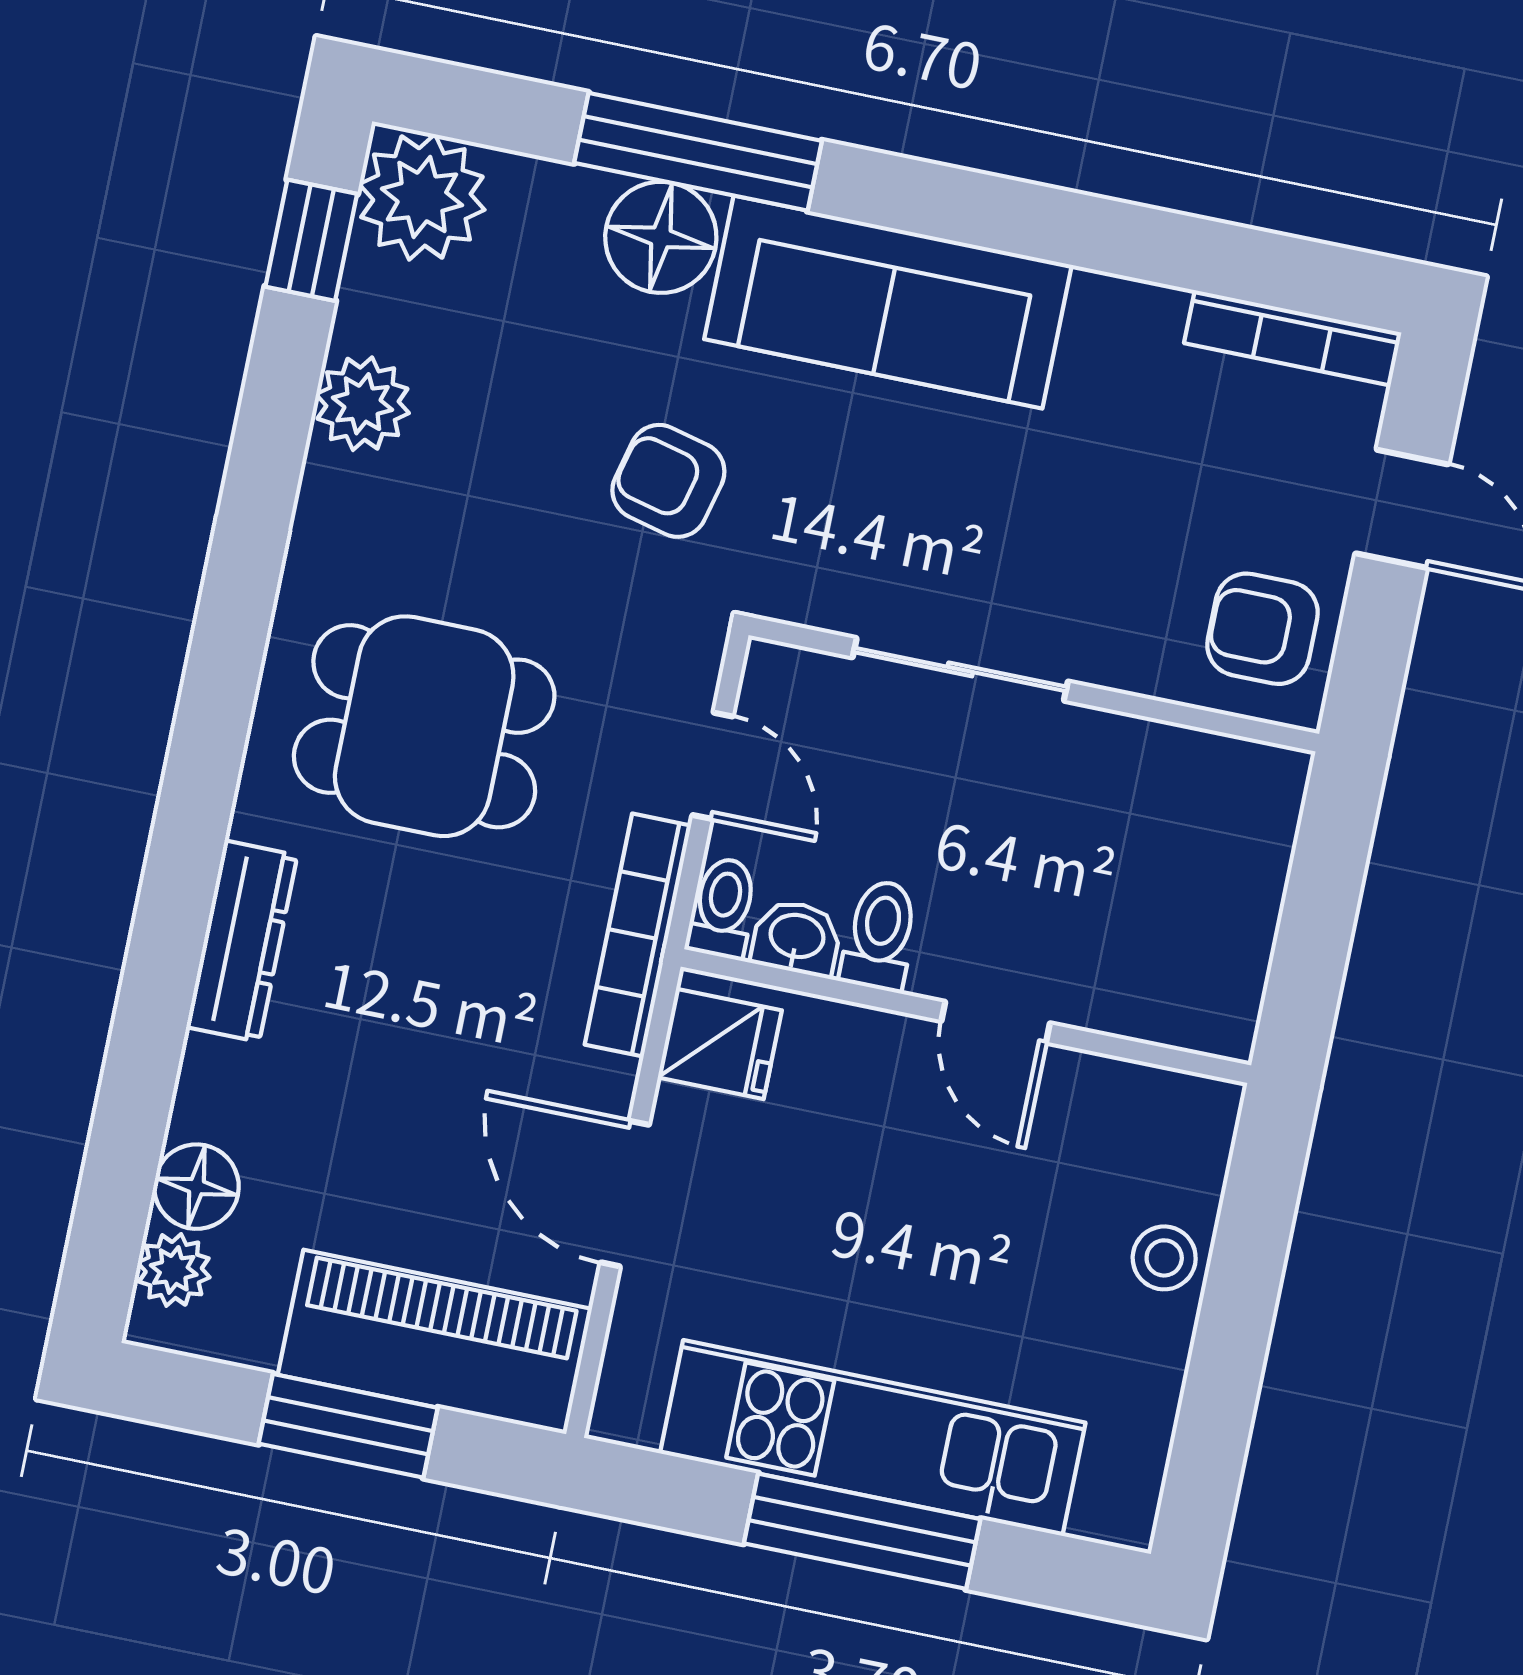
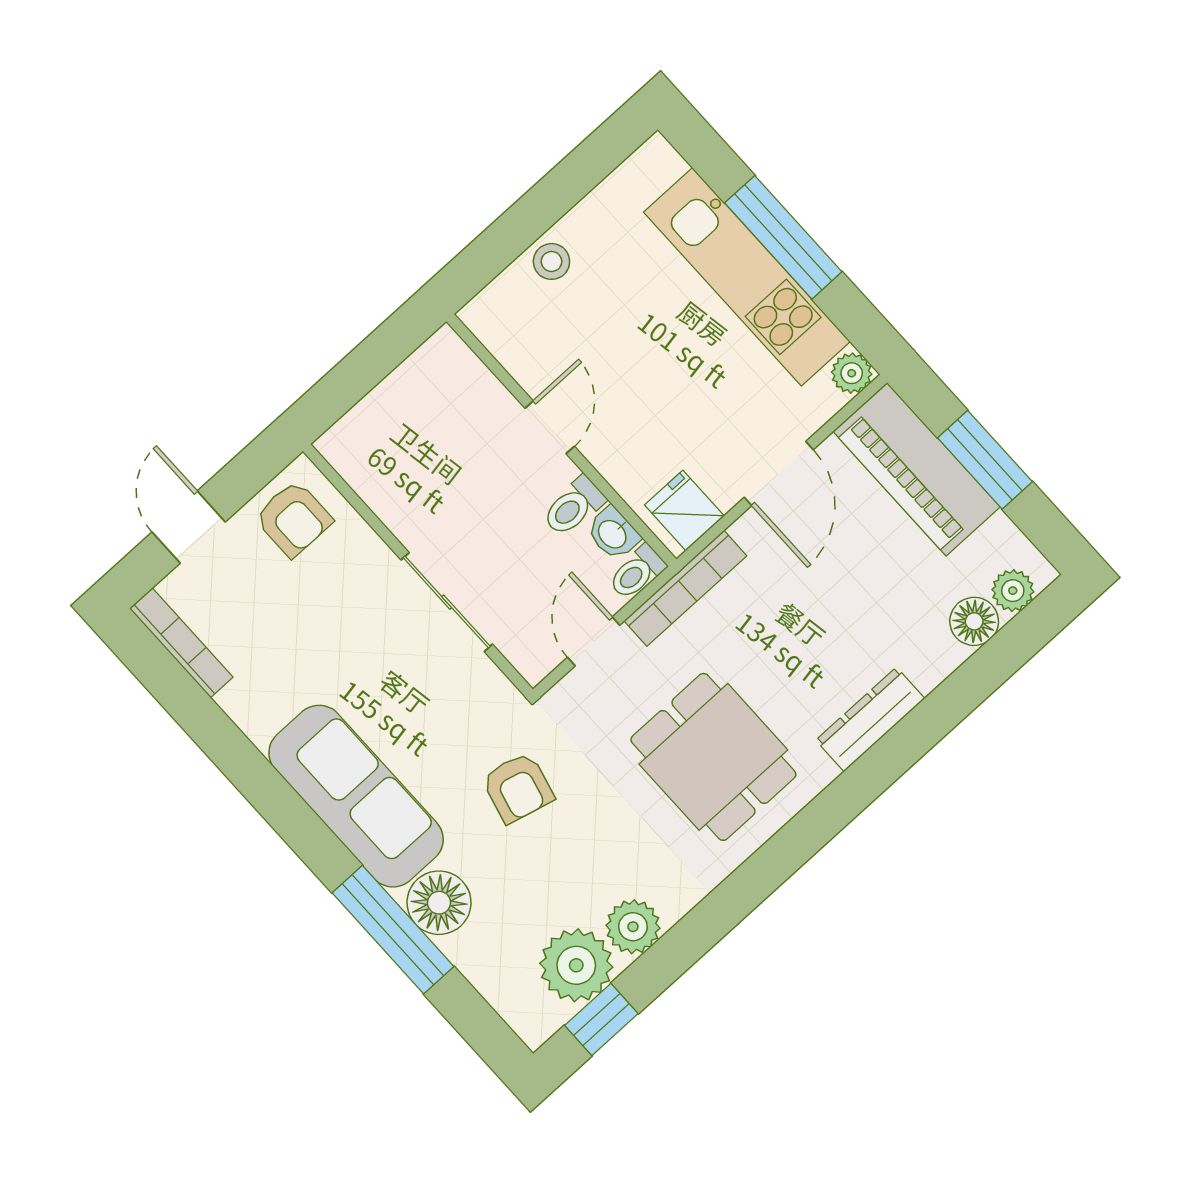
plant: (422, 197) -> (576, 965), moved
plant: (625, 1410) -> (852, 373), added

